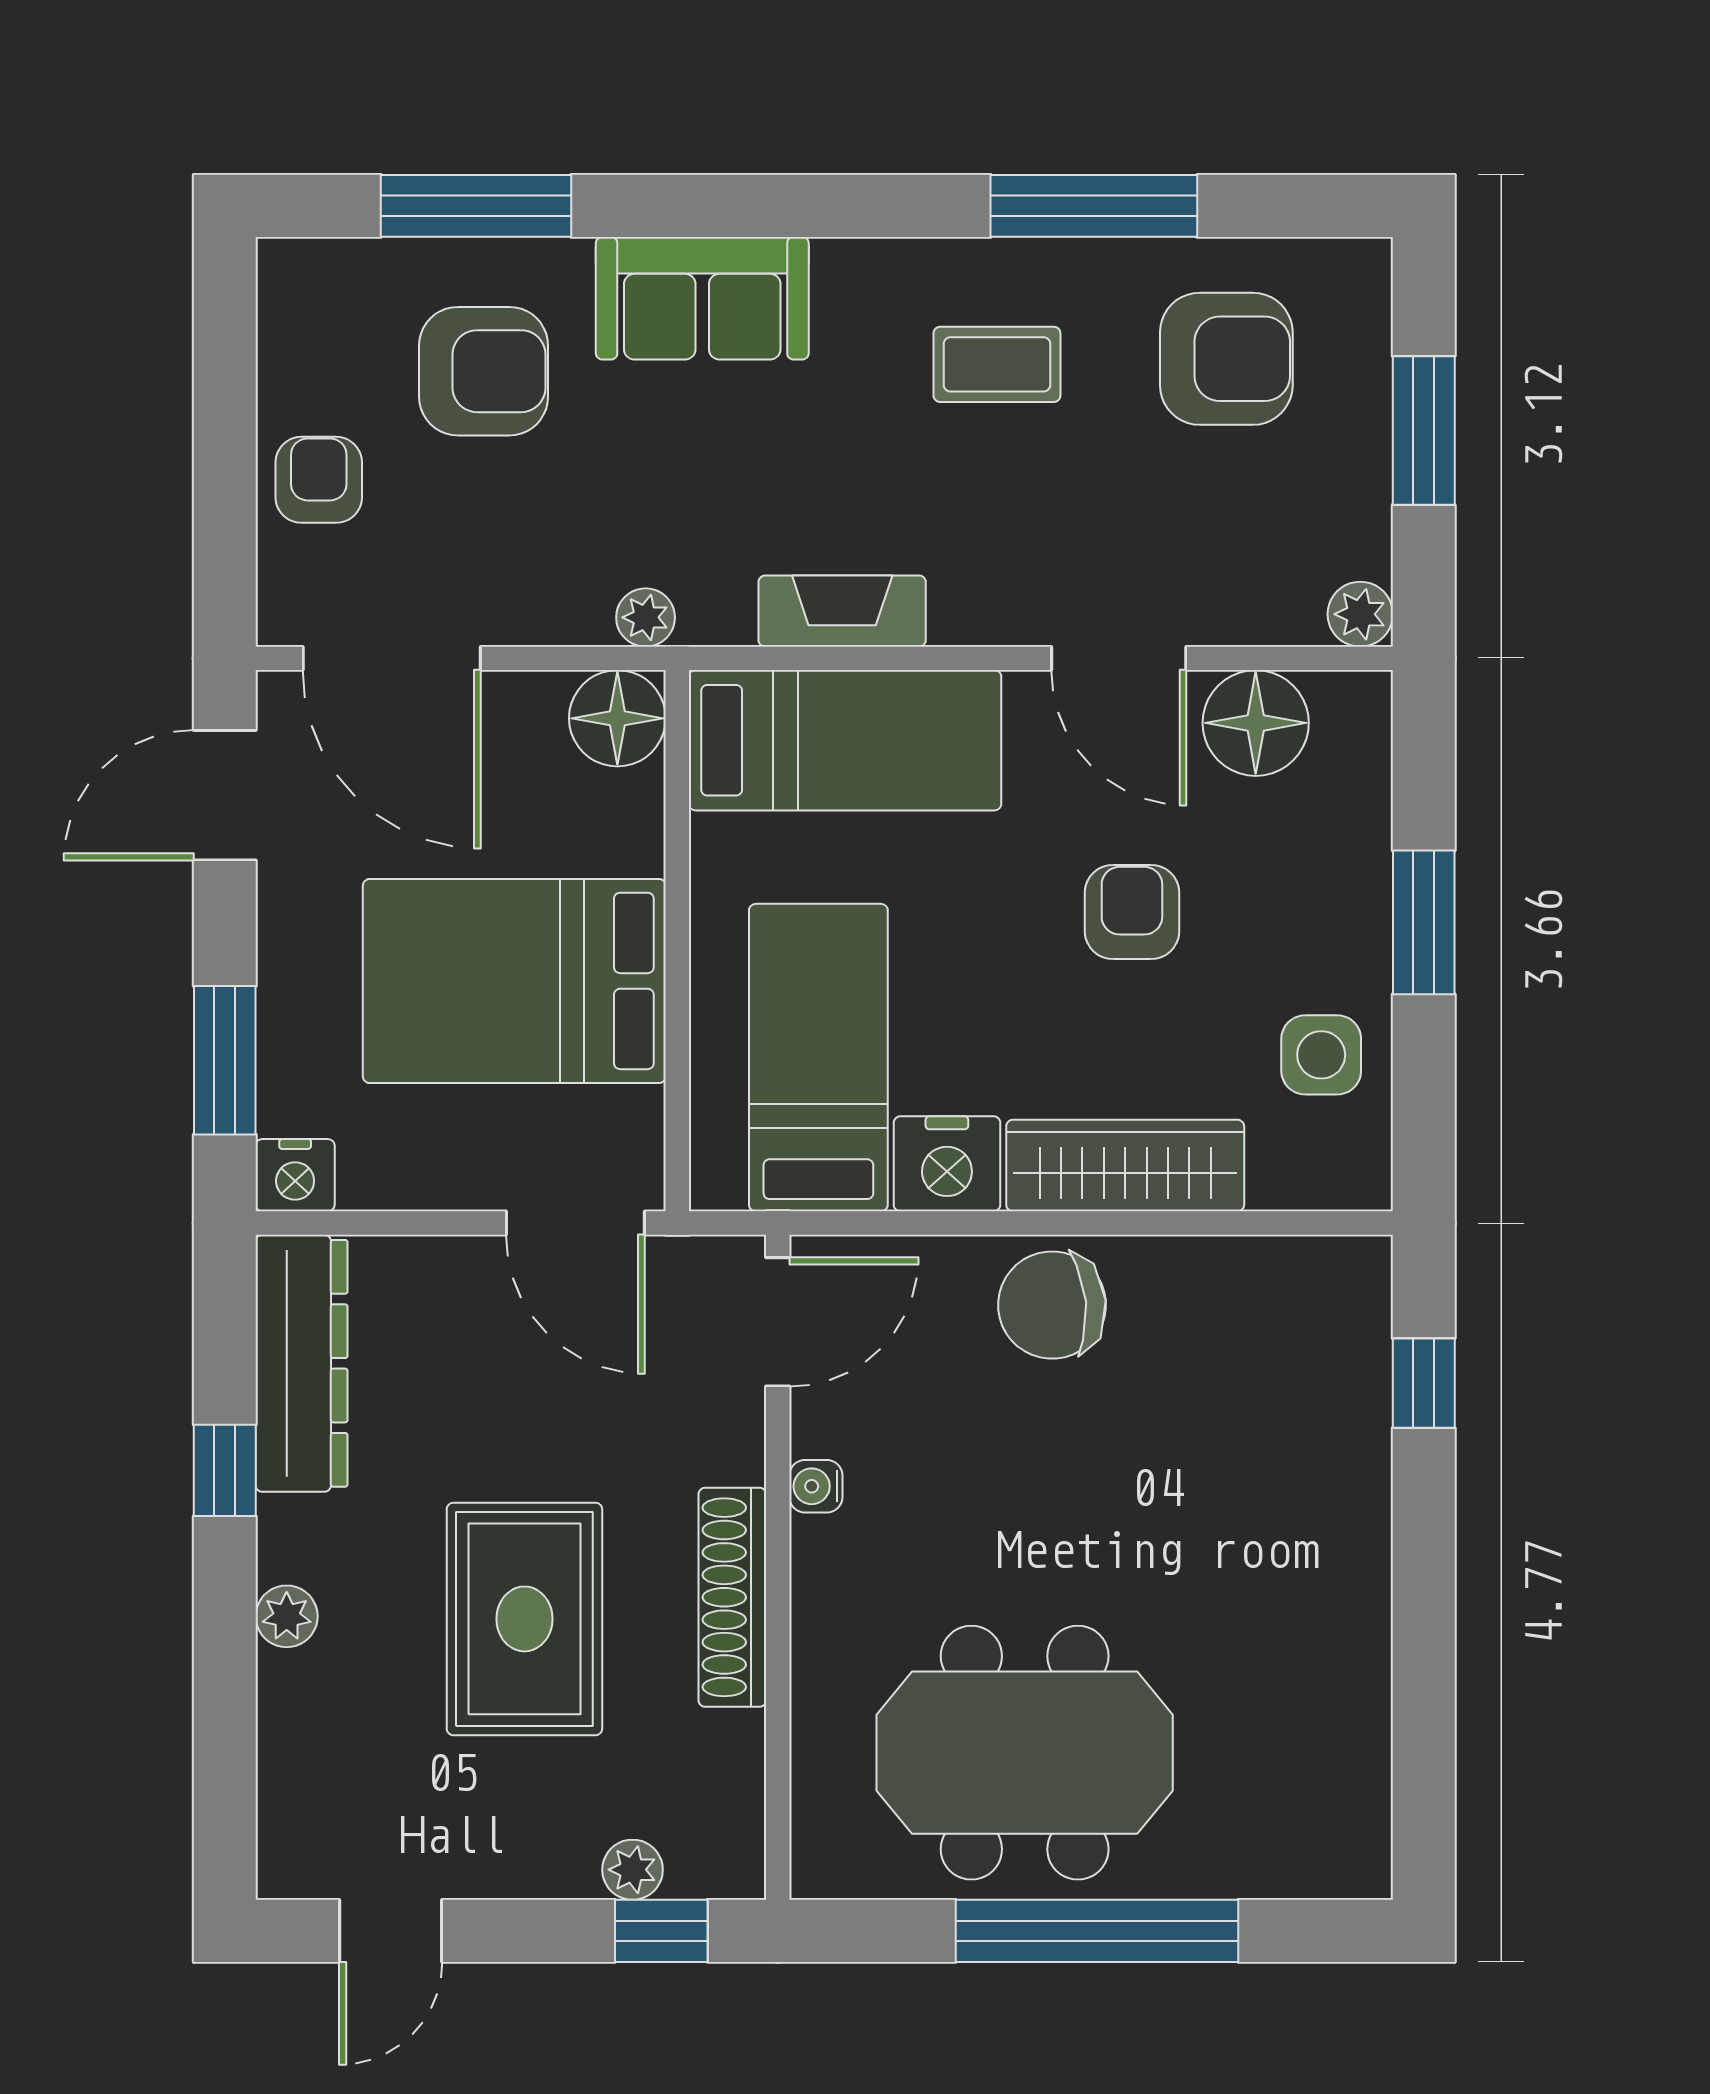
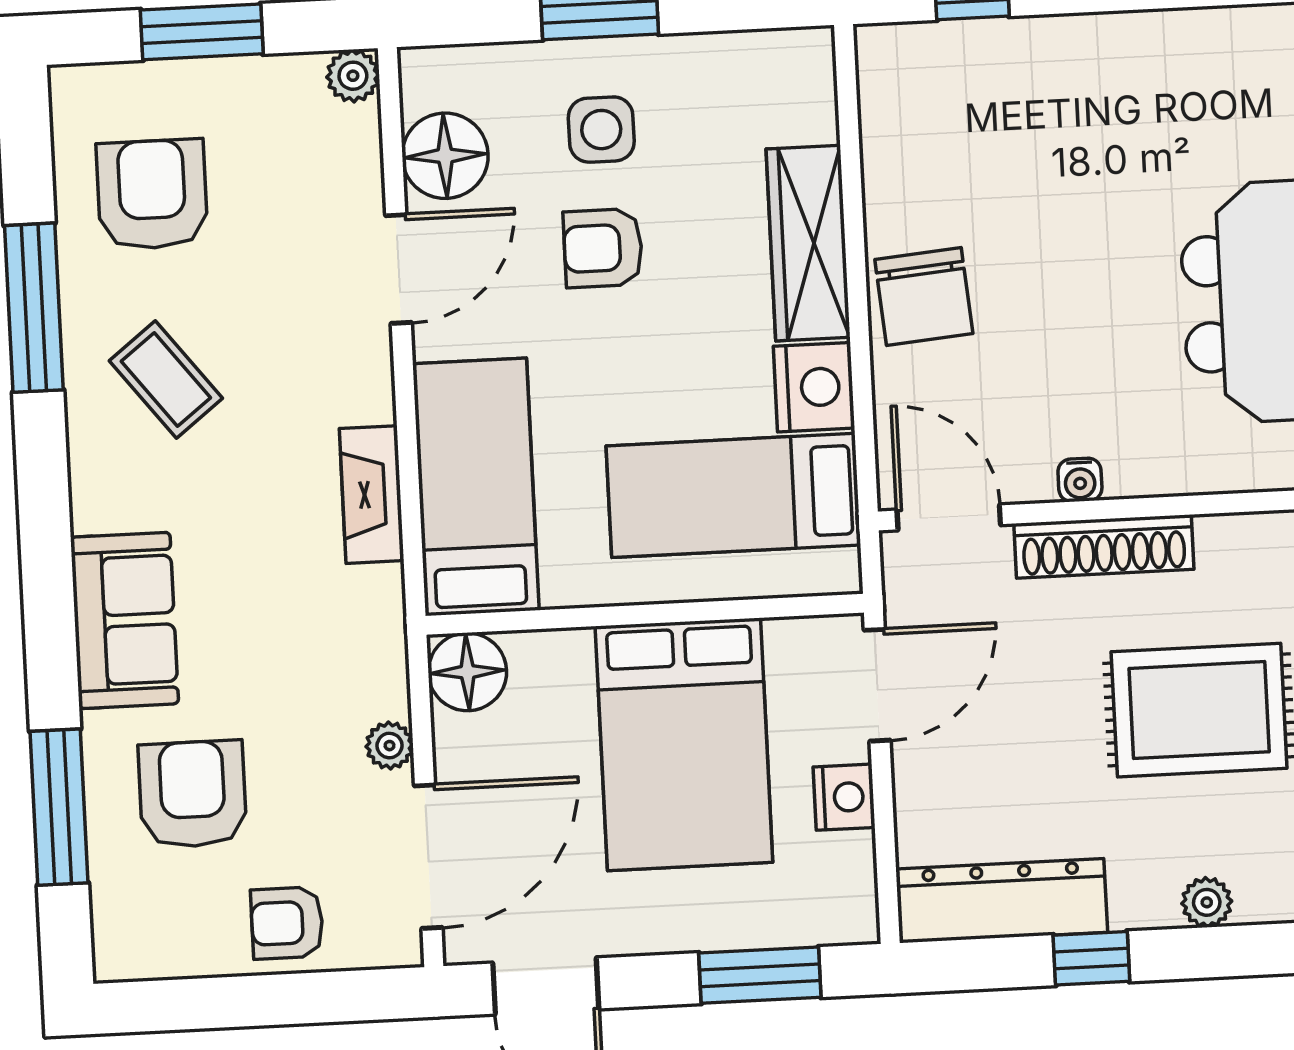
coffee table: (997, 364) -> (166, 380), turned -38
plant: (646, 617) -> (389, 746), moved
side table: (1321, 1055) -> (601, 130), moved
nightstand: (295, 1175) -> (844, 797), moved
shoe rack: (732, 1597) -> (1104, 546), moved

